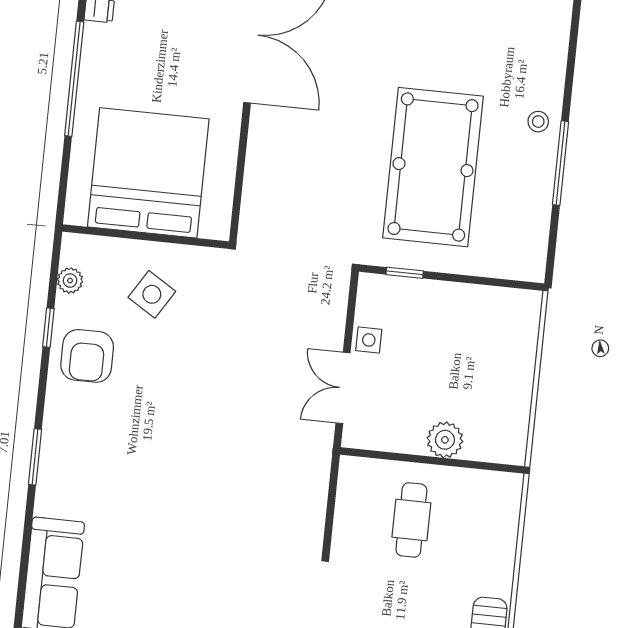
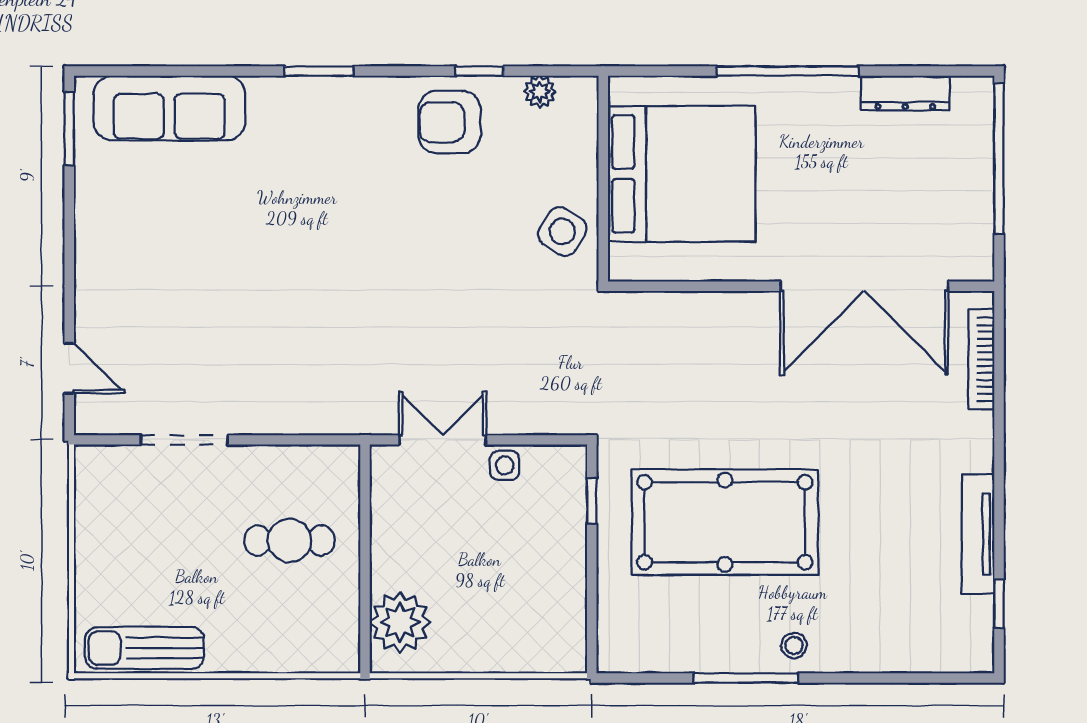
side table: (152, 294) -> (562, 231), moved
plant: (445, 440) -> (400, 622), moved, width x1.36, depth x1.36

